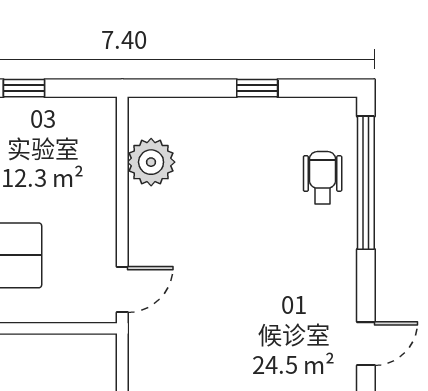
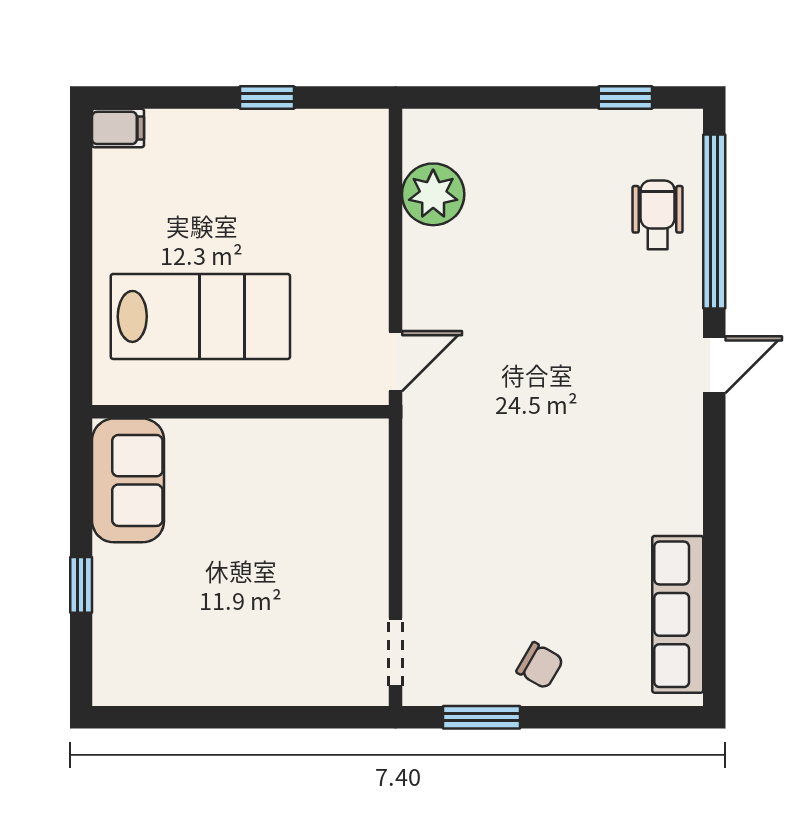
window: (257, 88) -> (625, 98), moved
door: (366, 344) -> (714, 365), moved

